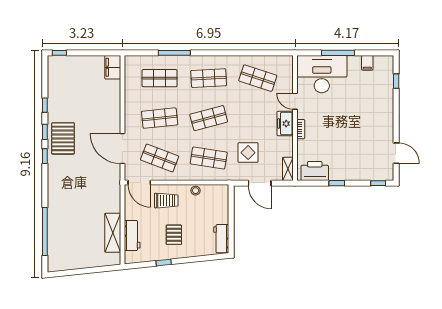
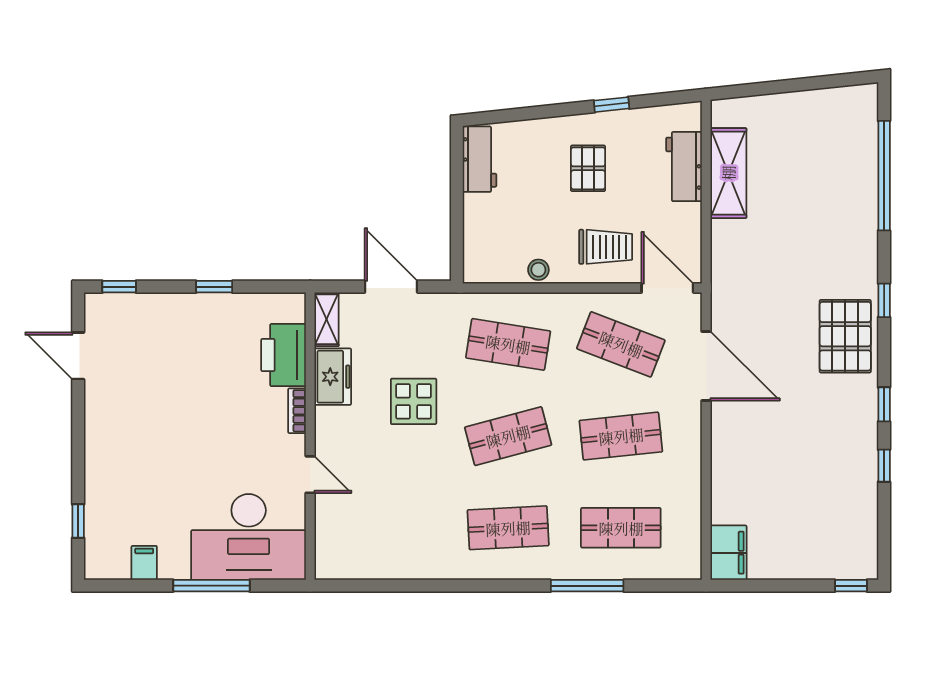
shop shelf: (258, 78) -> (395, 528), removed
freezer: (285, 124) -> (333, 377), moved
pallet: (63, 138) -> (845, 336), moved
display table: (248, 153) -> (414, 401), moved
window: (45, 156) -> (884, 300), moved
printer: (315, 171) -> (284, 355), moved, turned 90
trolley: (166, 201) -> (606, 247), turned 180

